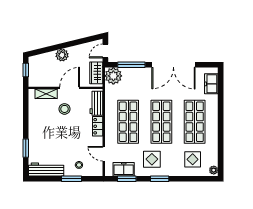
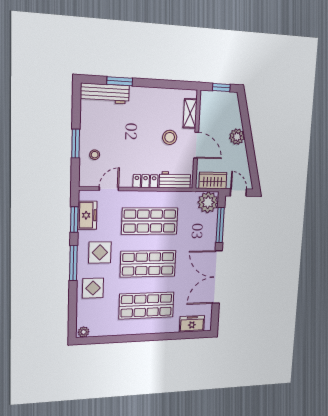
display table: (193, 159) -> (93, 288), moved
workbench: (46, 170) -> (105, 94), moved, turned 90
window: (160, 179) -> (73, 263), width x1.44

